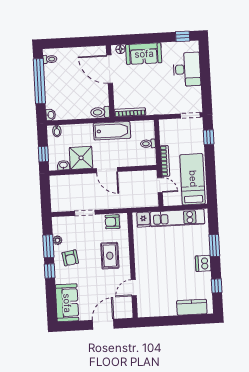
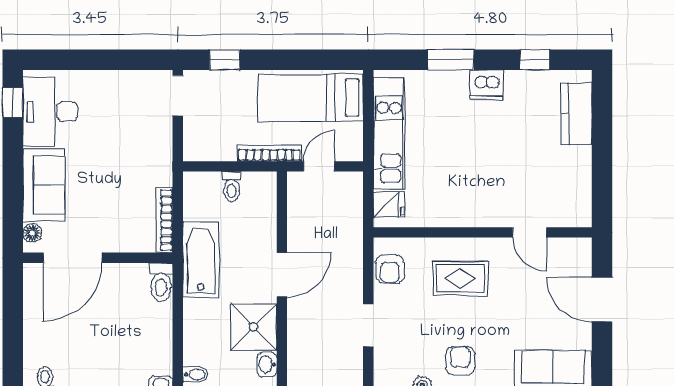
desk: (187, 69) -> (50, 112), moved, turned -90
armchair: (70, 258) -> (460, 361), turned -81

